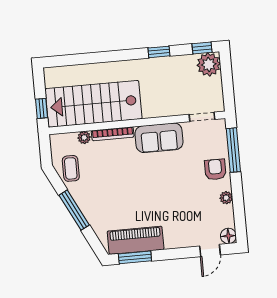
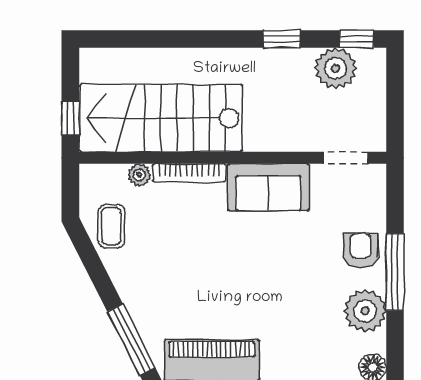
plant: (209, 64) -> (336, 68), moved
window: (233, 150) -> (395, 272), moved
plant: (226, 198) -> (365, 311), width x1.87, depth x1.87
window: (74, 210) -> (131, 340), moved

